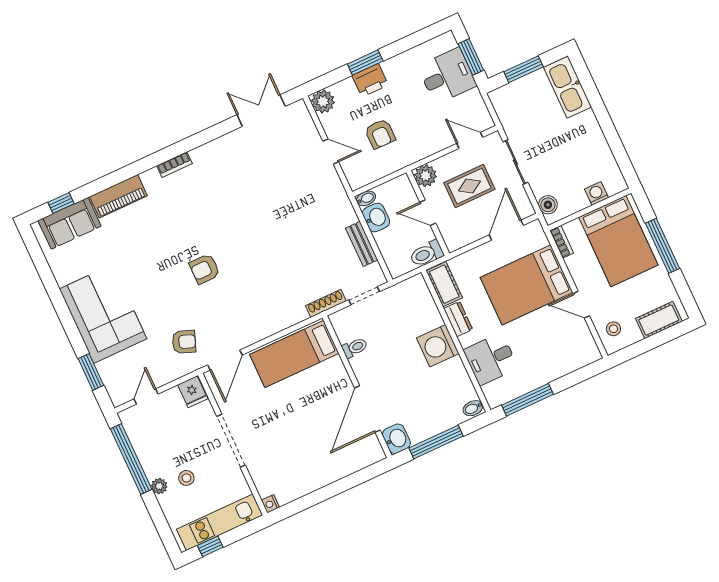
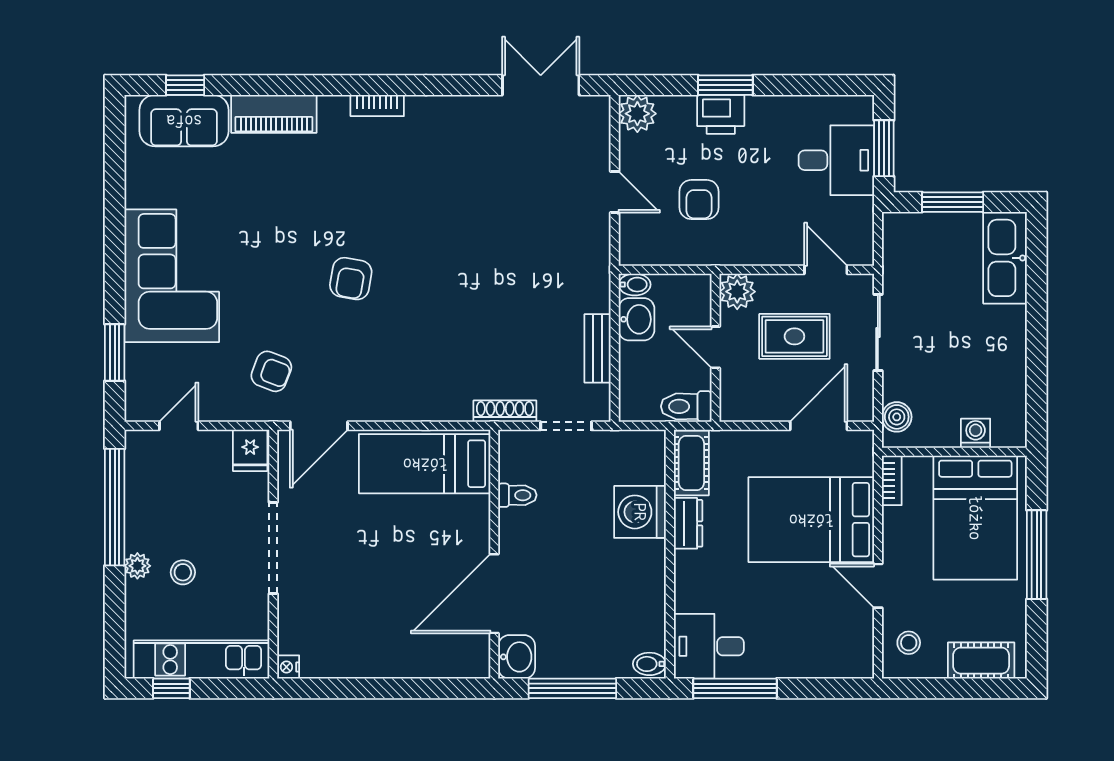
armchair: (205, 269) -> (351, 279), turned -80
washing machine: (438, 346) -> (640, 512), moved
desk: (491, 359) -> (709, 646), moved

